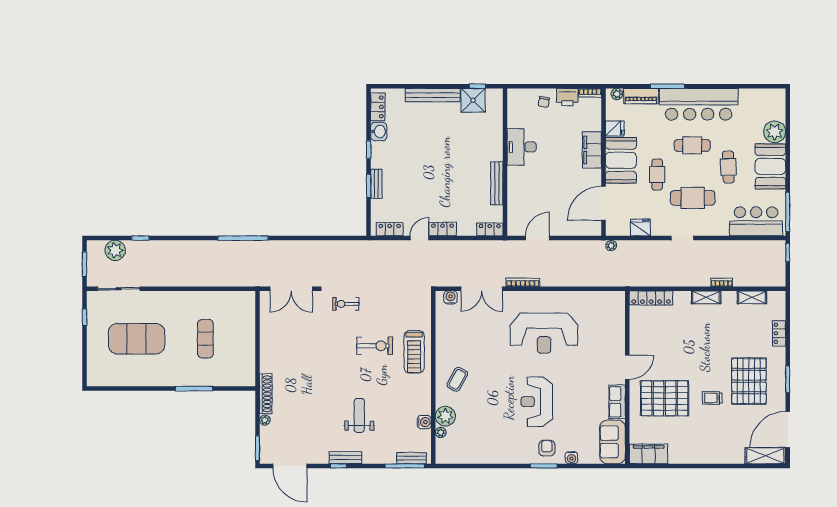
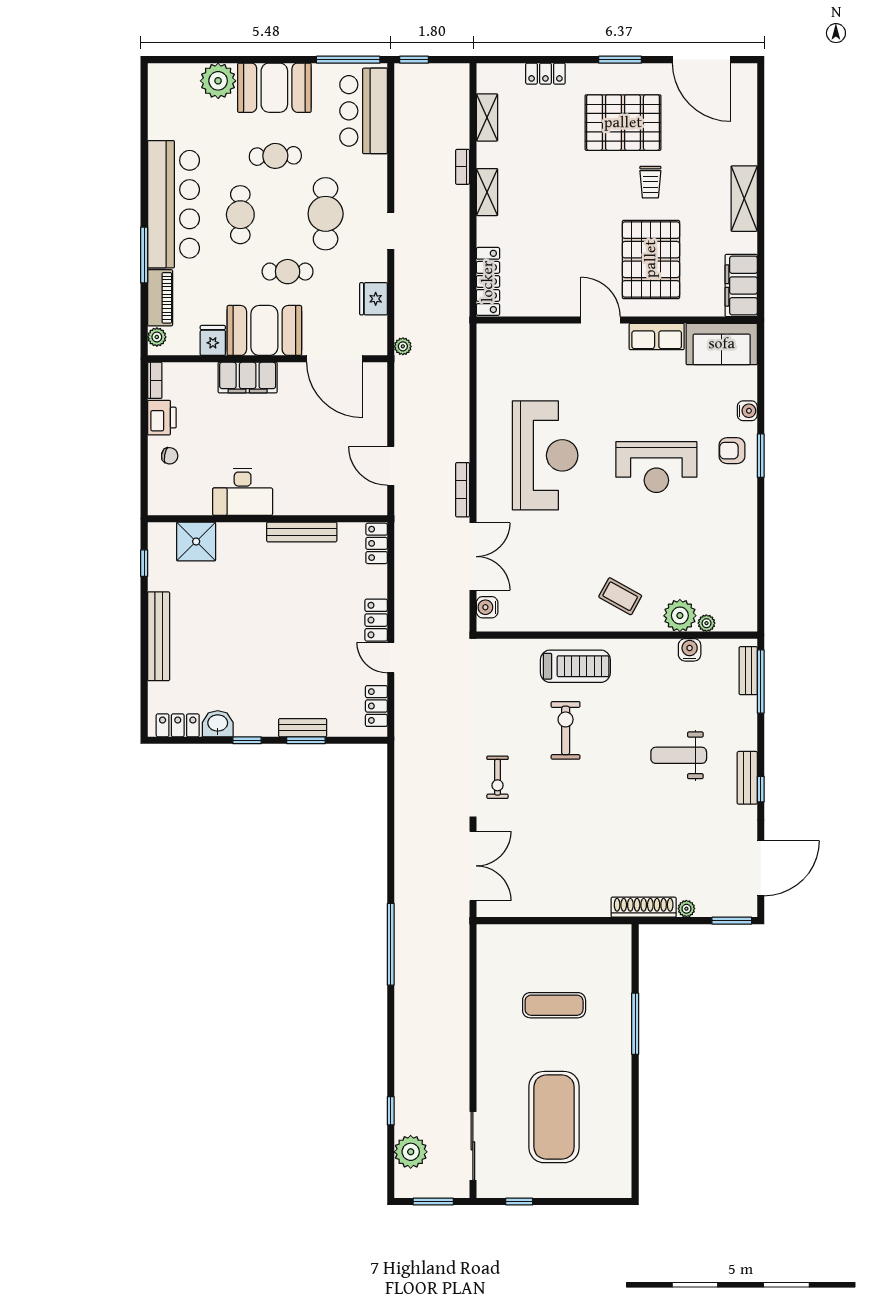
shower: (473, 100) -> (196, 542), moved
shelving: (765, 456) -> (744, 199), moved

